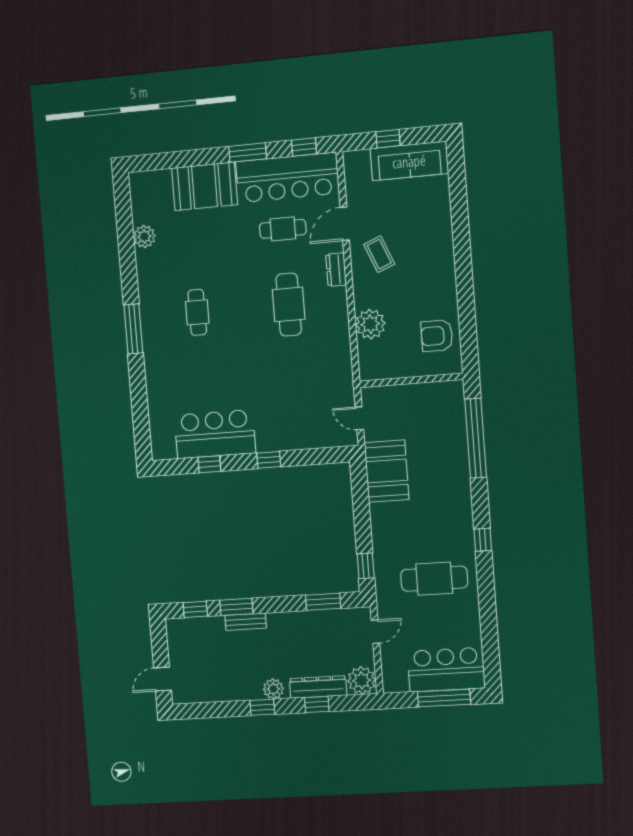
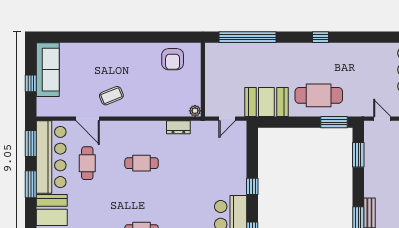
window: (304, 147) -> (31, 143), width x1.50
dresser: (336, 270) -> (178, 127), moved
cafe table: (289, 305) -> (142, 163), width x0.73, depth x0.74
plant: (370, 324) -> (195, 111), moved, width x0.53, depth x0.53
window: (366, 566) -> (334, 122), width x1.50
cafe table: (434, 579) -> (319, 95), moved, turned 90

